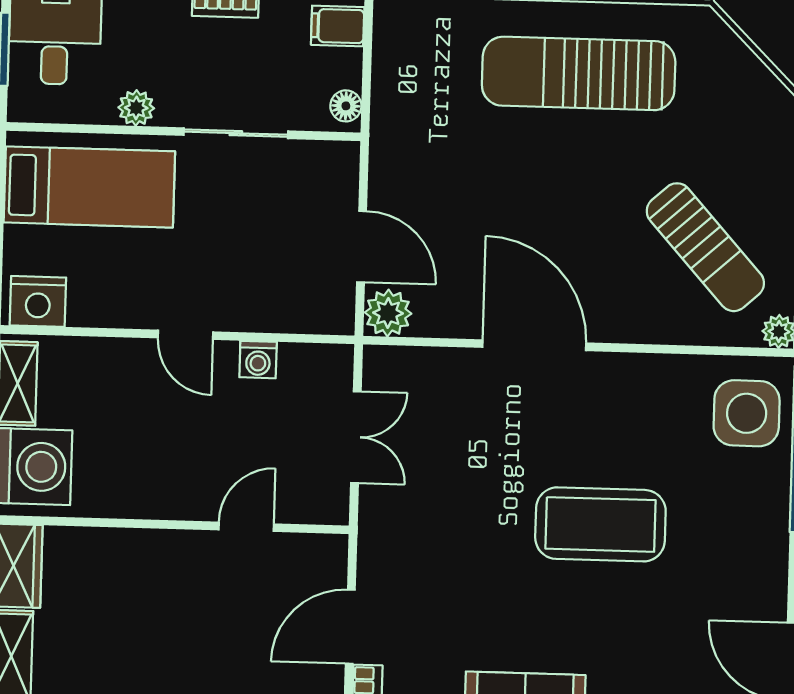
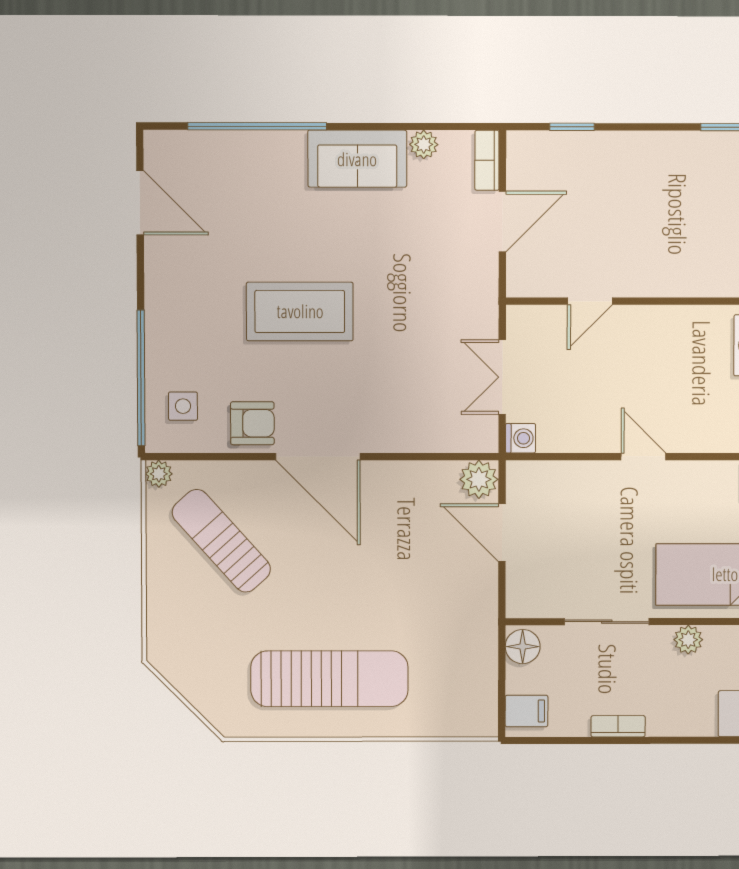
floor lamp: (346, 106) -> (523, 647), width x1.37, depth x1.37
door: (534, 345) -> (318, 457), moved
washing machine: (258, 360) -> (521, 438), moved, turned 90
armchair: (663, 390) -> (252, 423), added
side table: (747, 413) -> (183, 406), width x0.54, depth x0.54

